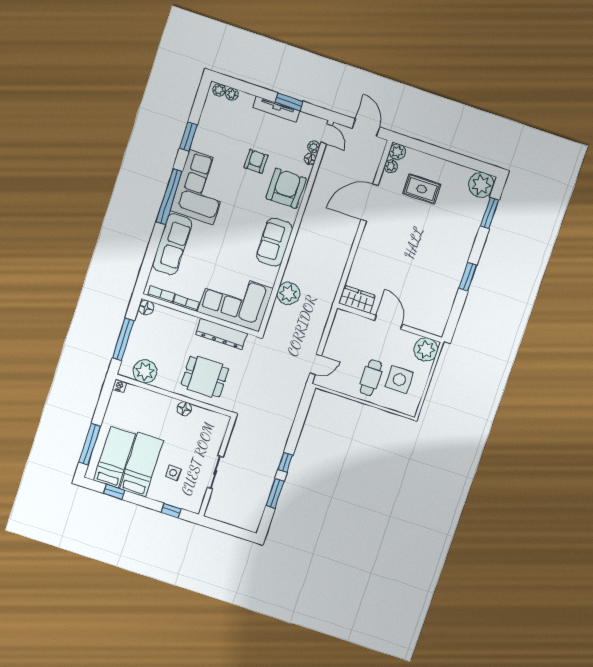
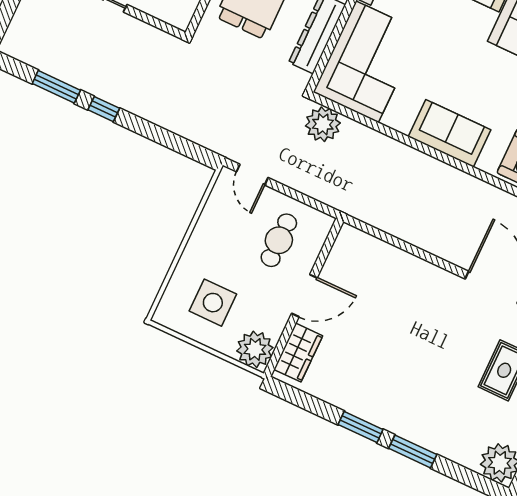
window: (490, 213) -> (413, 451), moved
plant: (288, 294) -> (323, 124), moved
wardrobe: (357, 299) -> (298, 353), moved
cafe table: (371, 378) -> (279, 240), moved, turned 90

